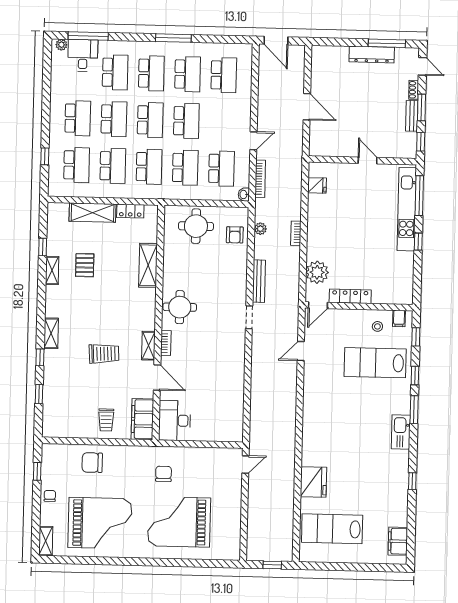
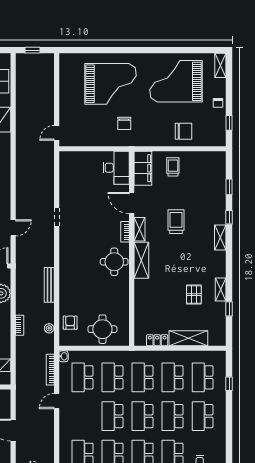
shelving: (148, 265) -> (141, 260), moved
doorway: (249, 317) -> (57, 217), moved
trolley: (104, 354) -> (176, 222), turned 93

